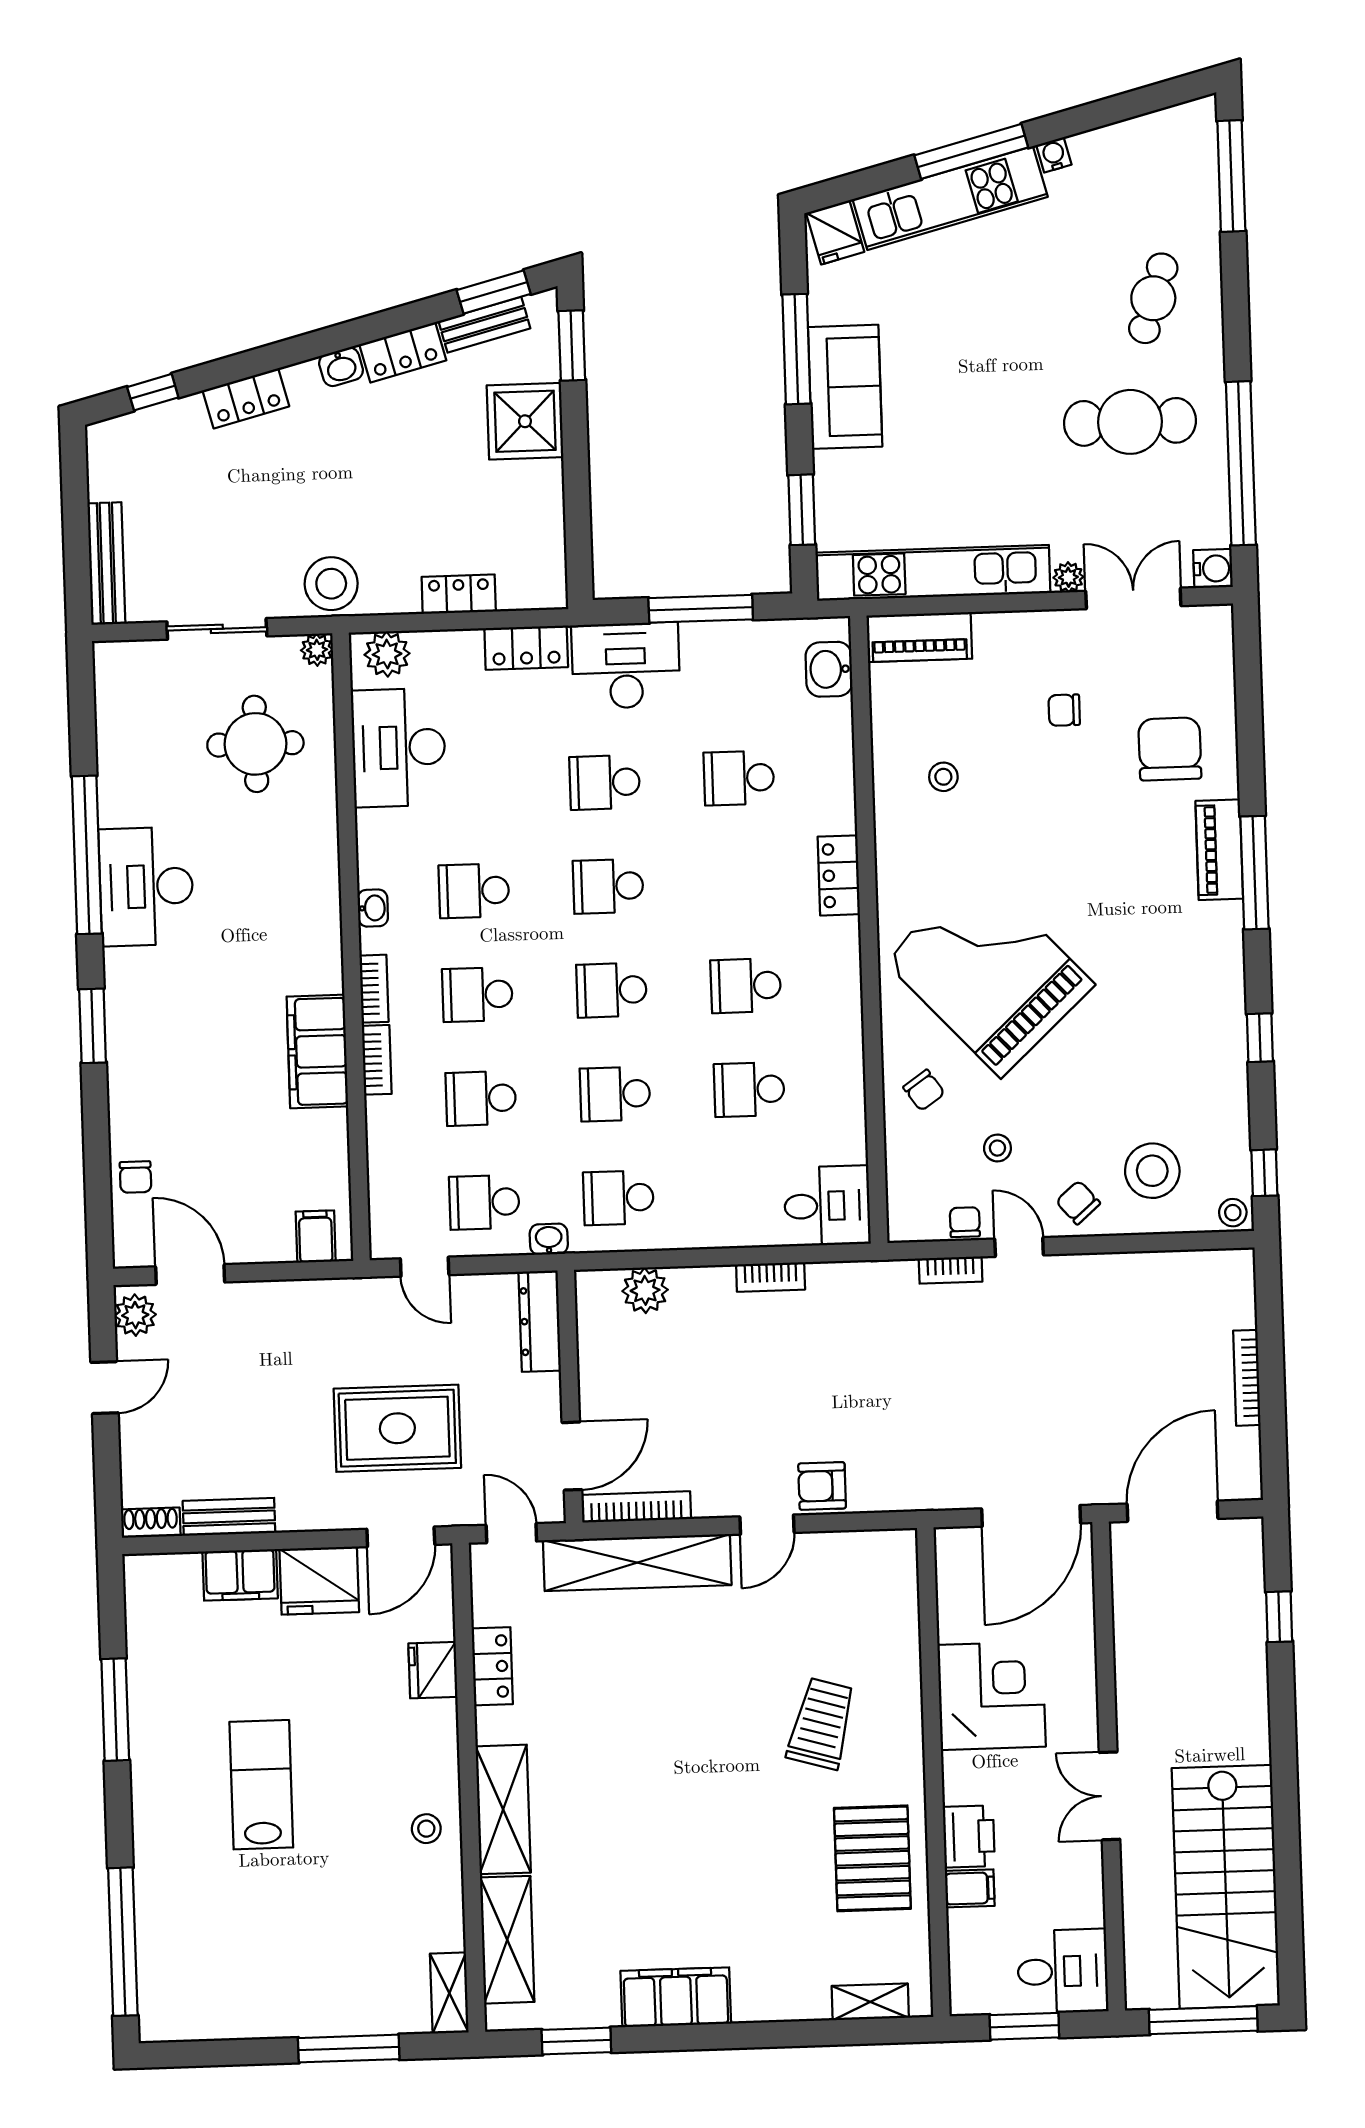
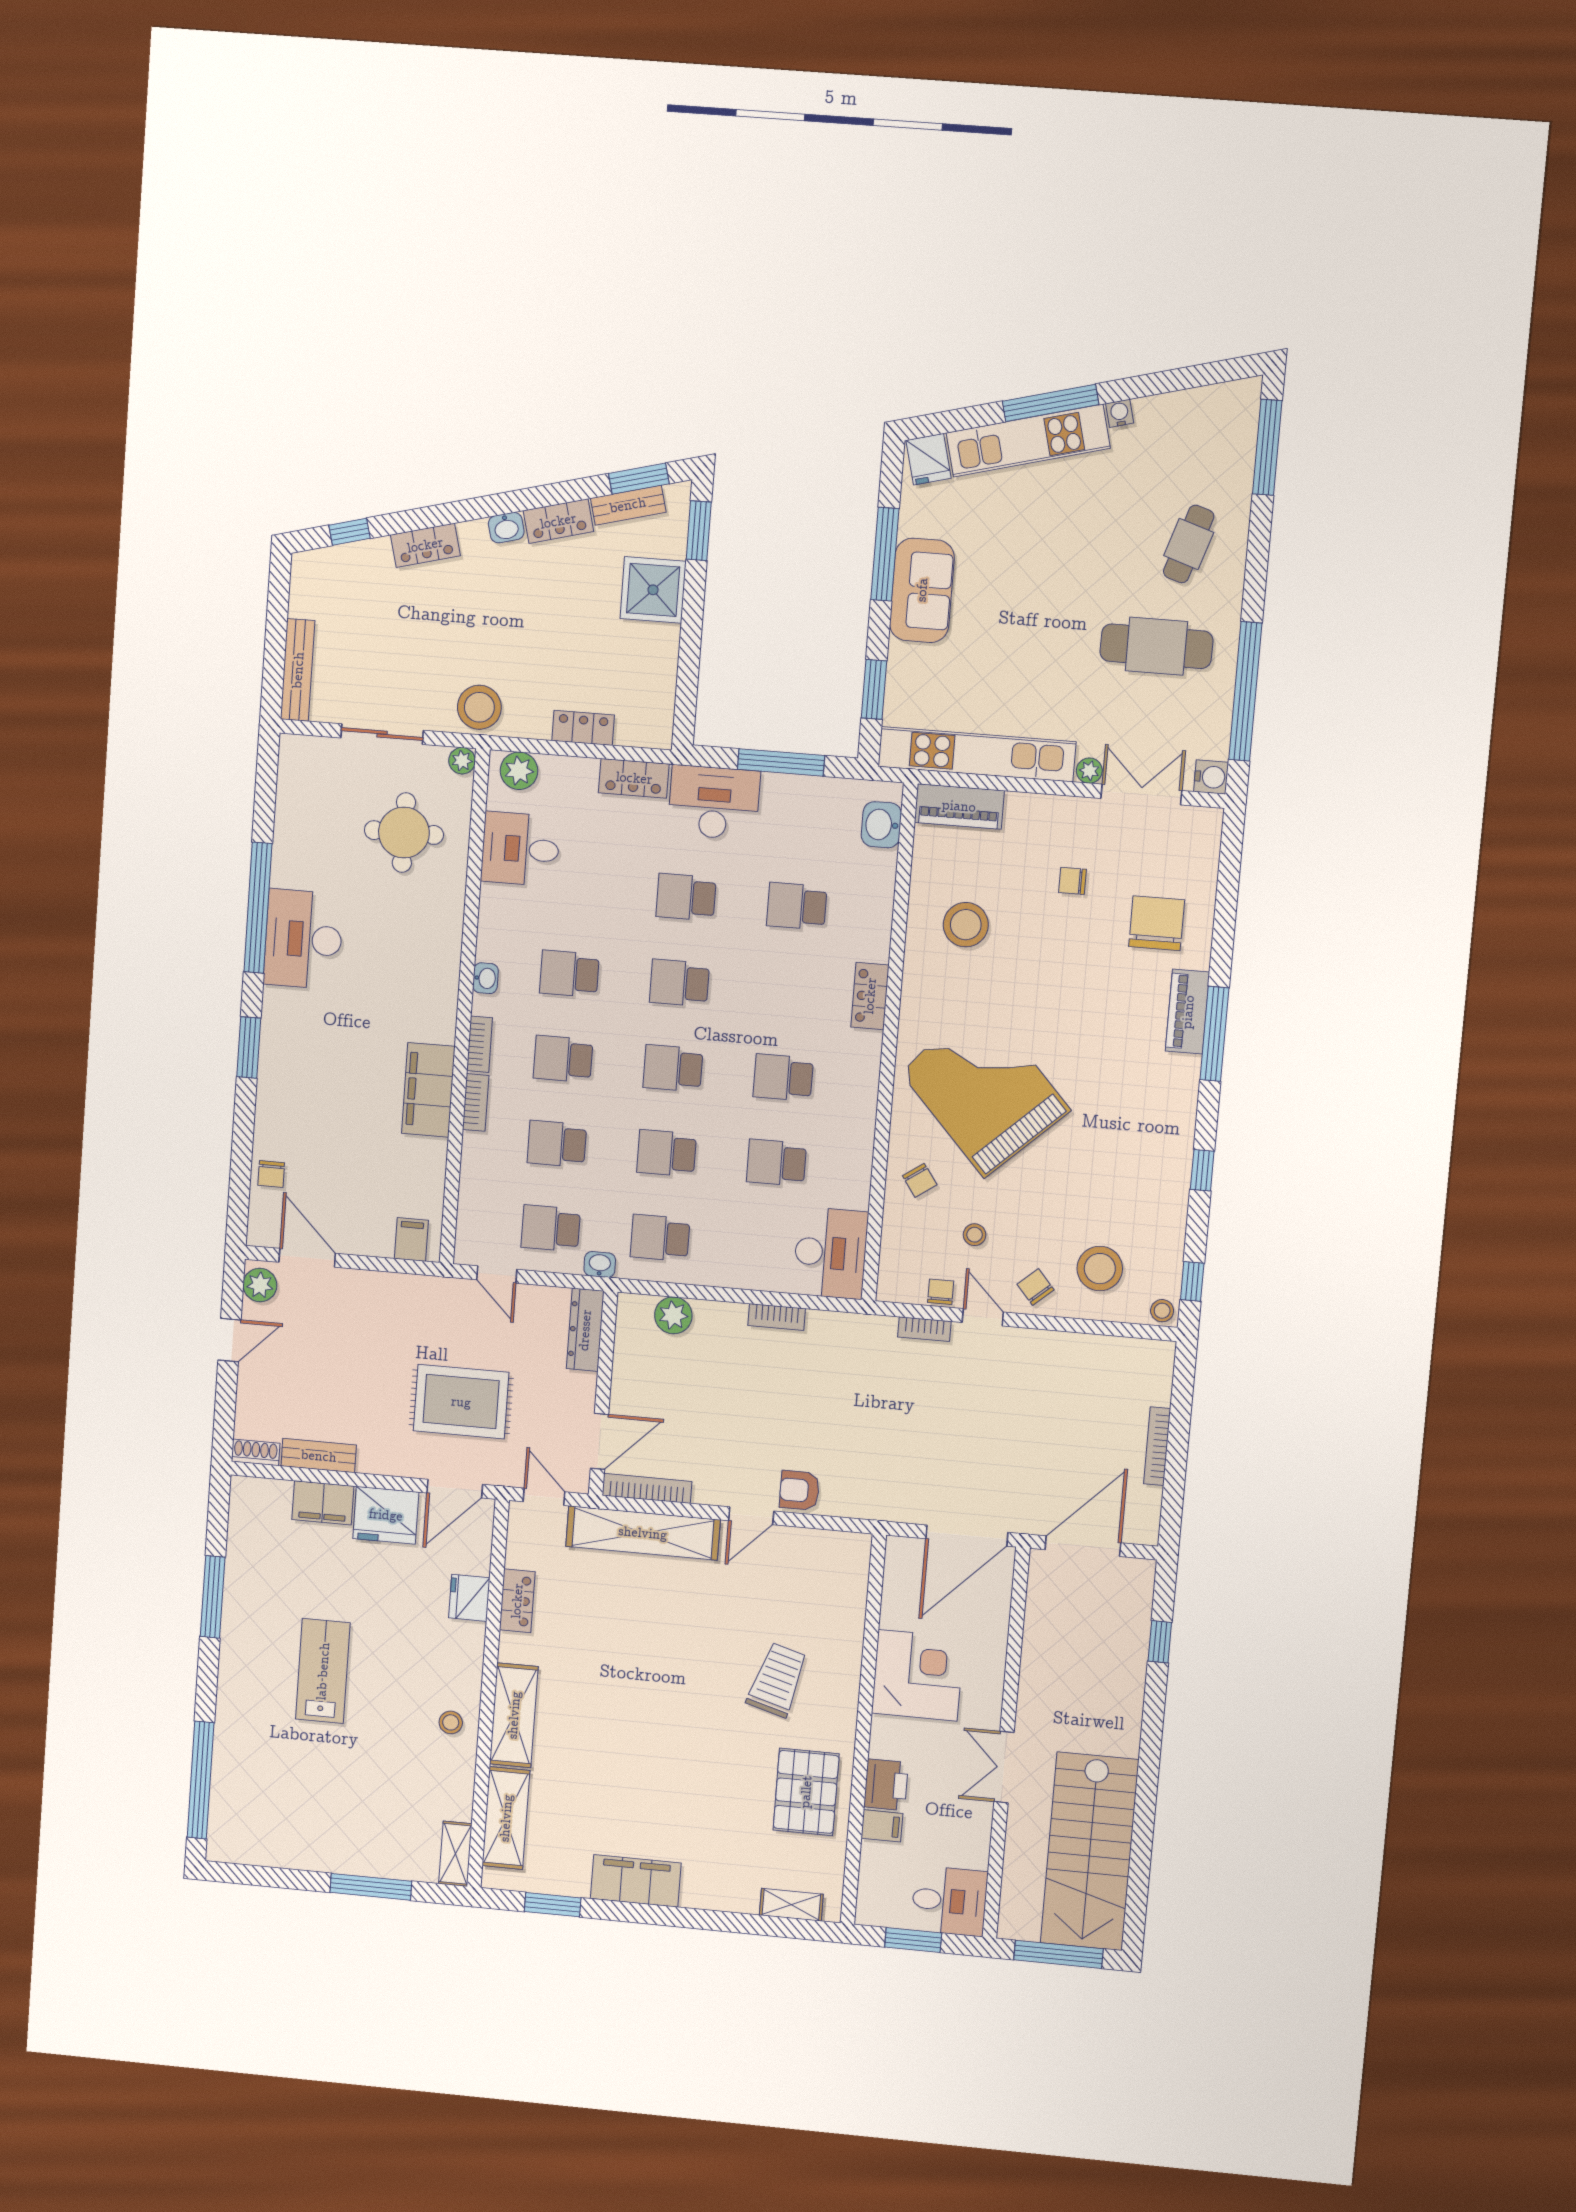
desk: (399, 748) -> (520, 849), width x0.73
stool: (943, 777) -> (966, 925), width x1.89, depth x1.89
desk: (827, 1206) -> (830, 1253), width x1.37

